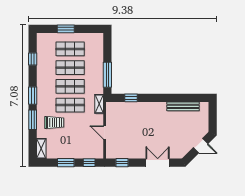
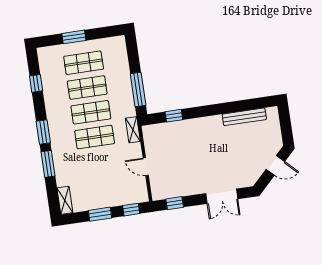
trolley: (54, 122) -> (77, 163), removed
double door: (158, 163) -> (222, 196), swing flipped

